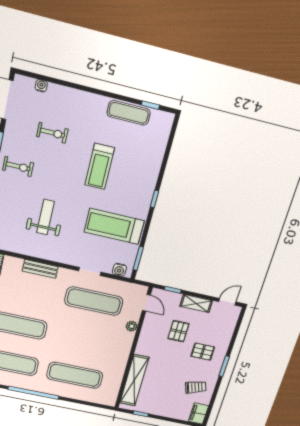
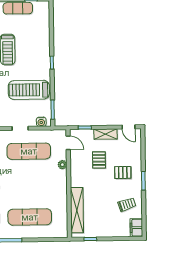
door: (227, 302) -> (128, 127), swing flipped

